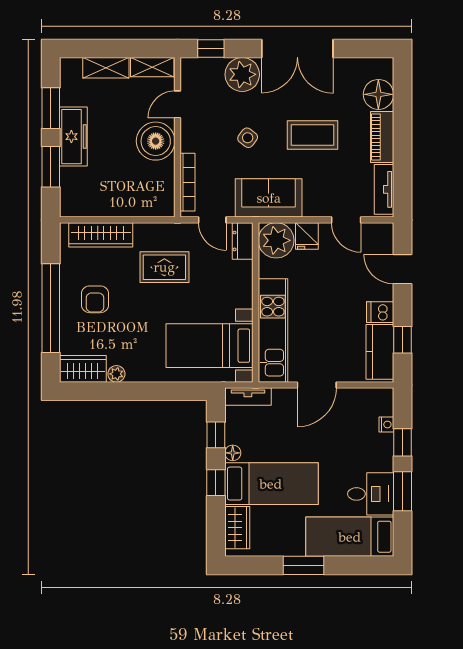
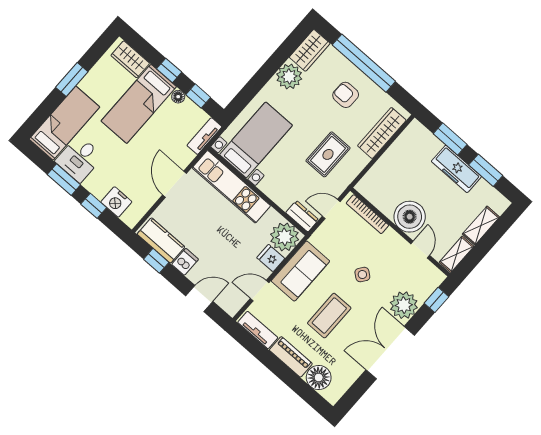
sofa: (269, 198) -> (300, 271), moved
plant: (116, 374) -> (289, 76), width x1.87, depth x1.87
nightstand: (386, 425) -> (116, 202), width x1.89, depth x1.79

